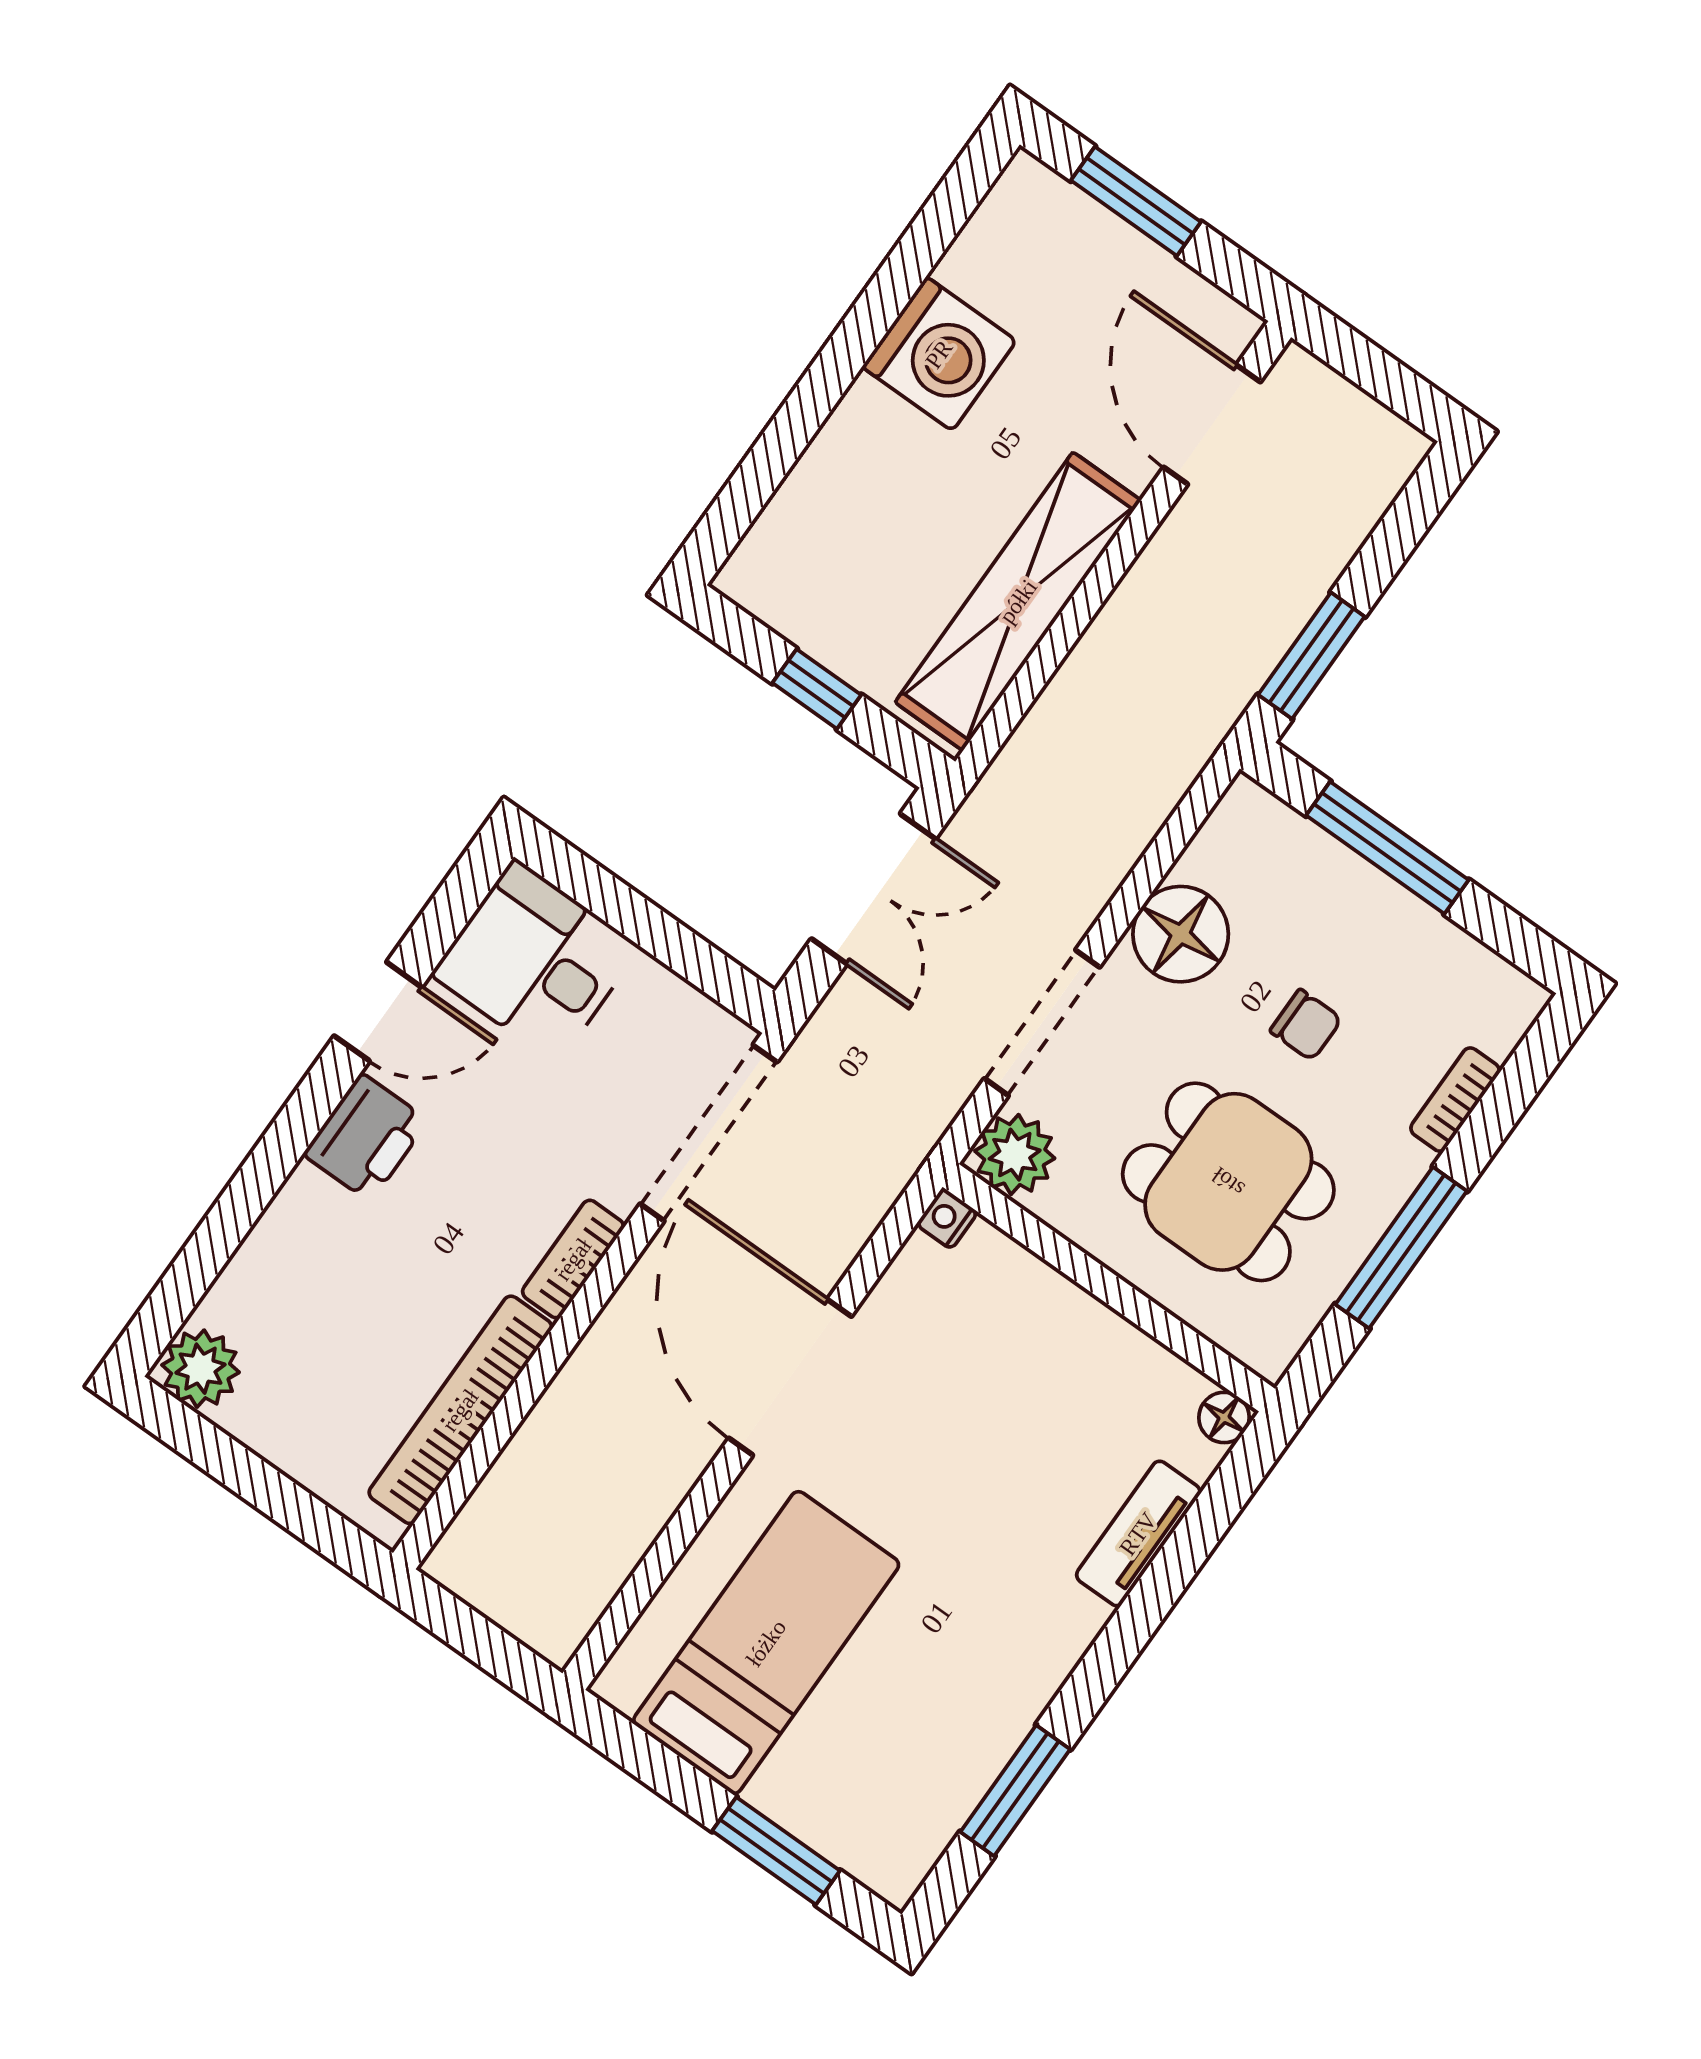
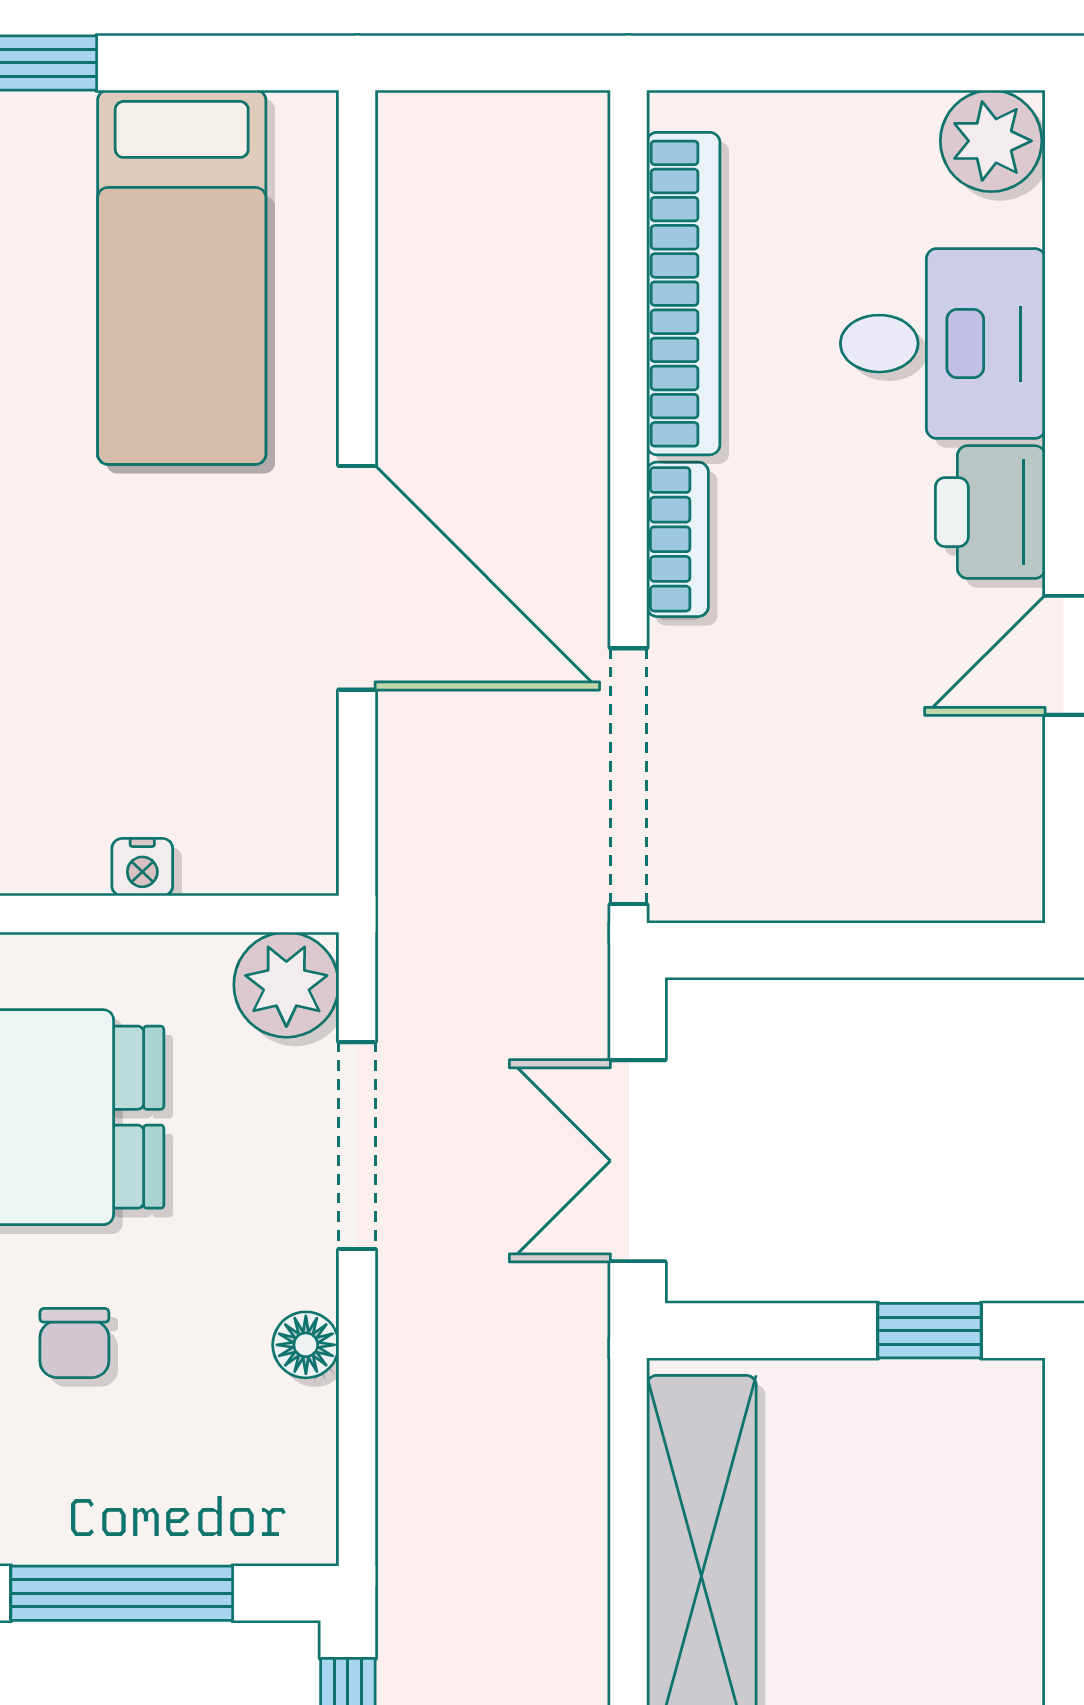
window: (817, 689) -> (929, 1331), moved
floor lamp: (1181, 934) -> (306, 1345), width x0.53, depth x0.53
desk: (536, 961) -> (943, 344), moved
chair: (1306, 1025) -> (74, 1343), turned -90
nightstand: (947, 1218) -> (142, 867), moved, turned 90

